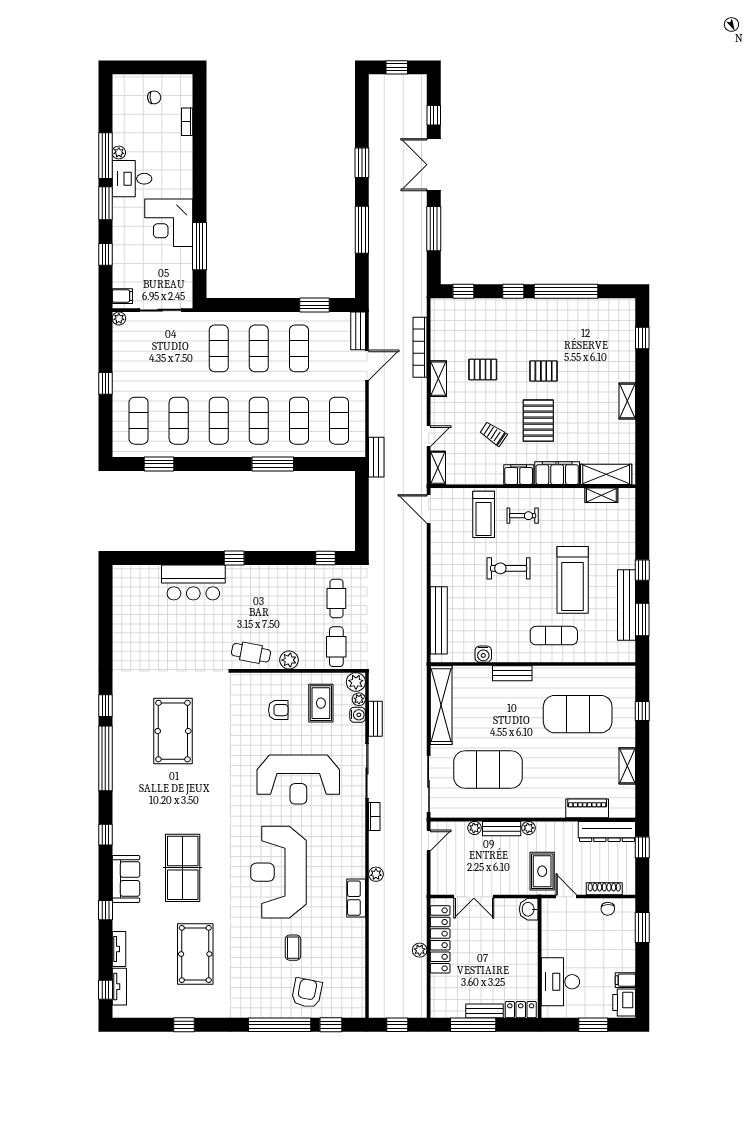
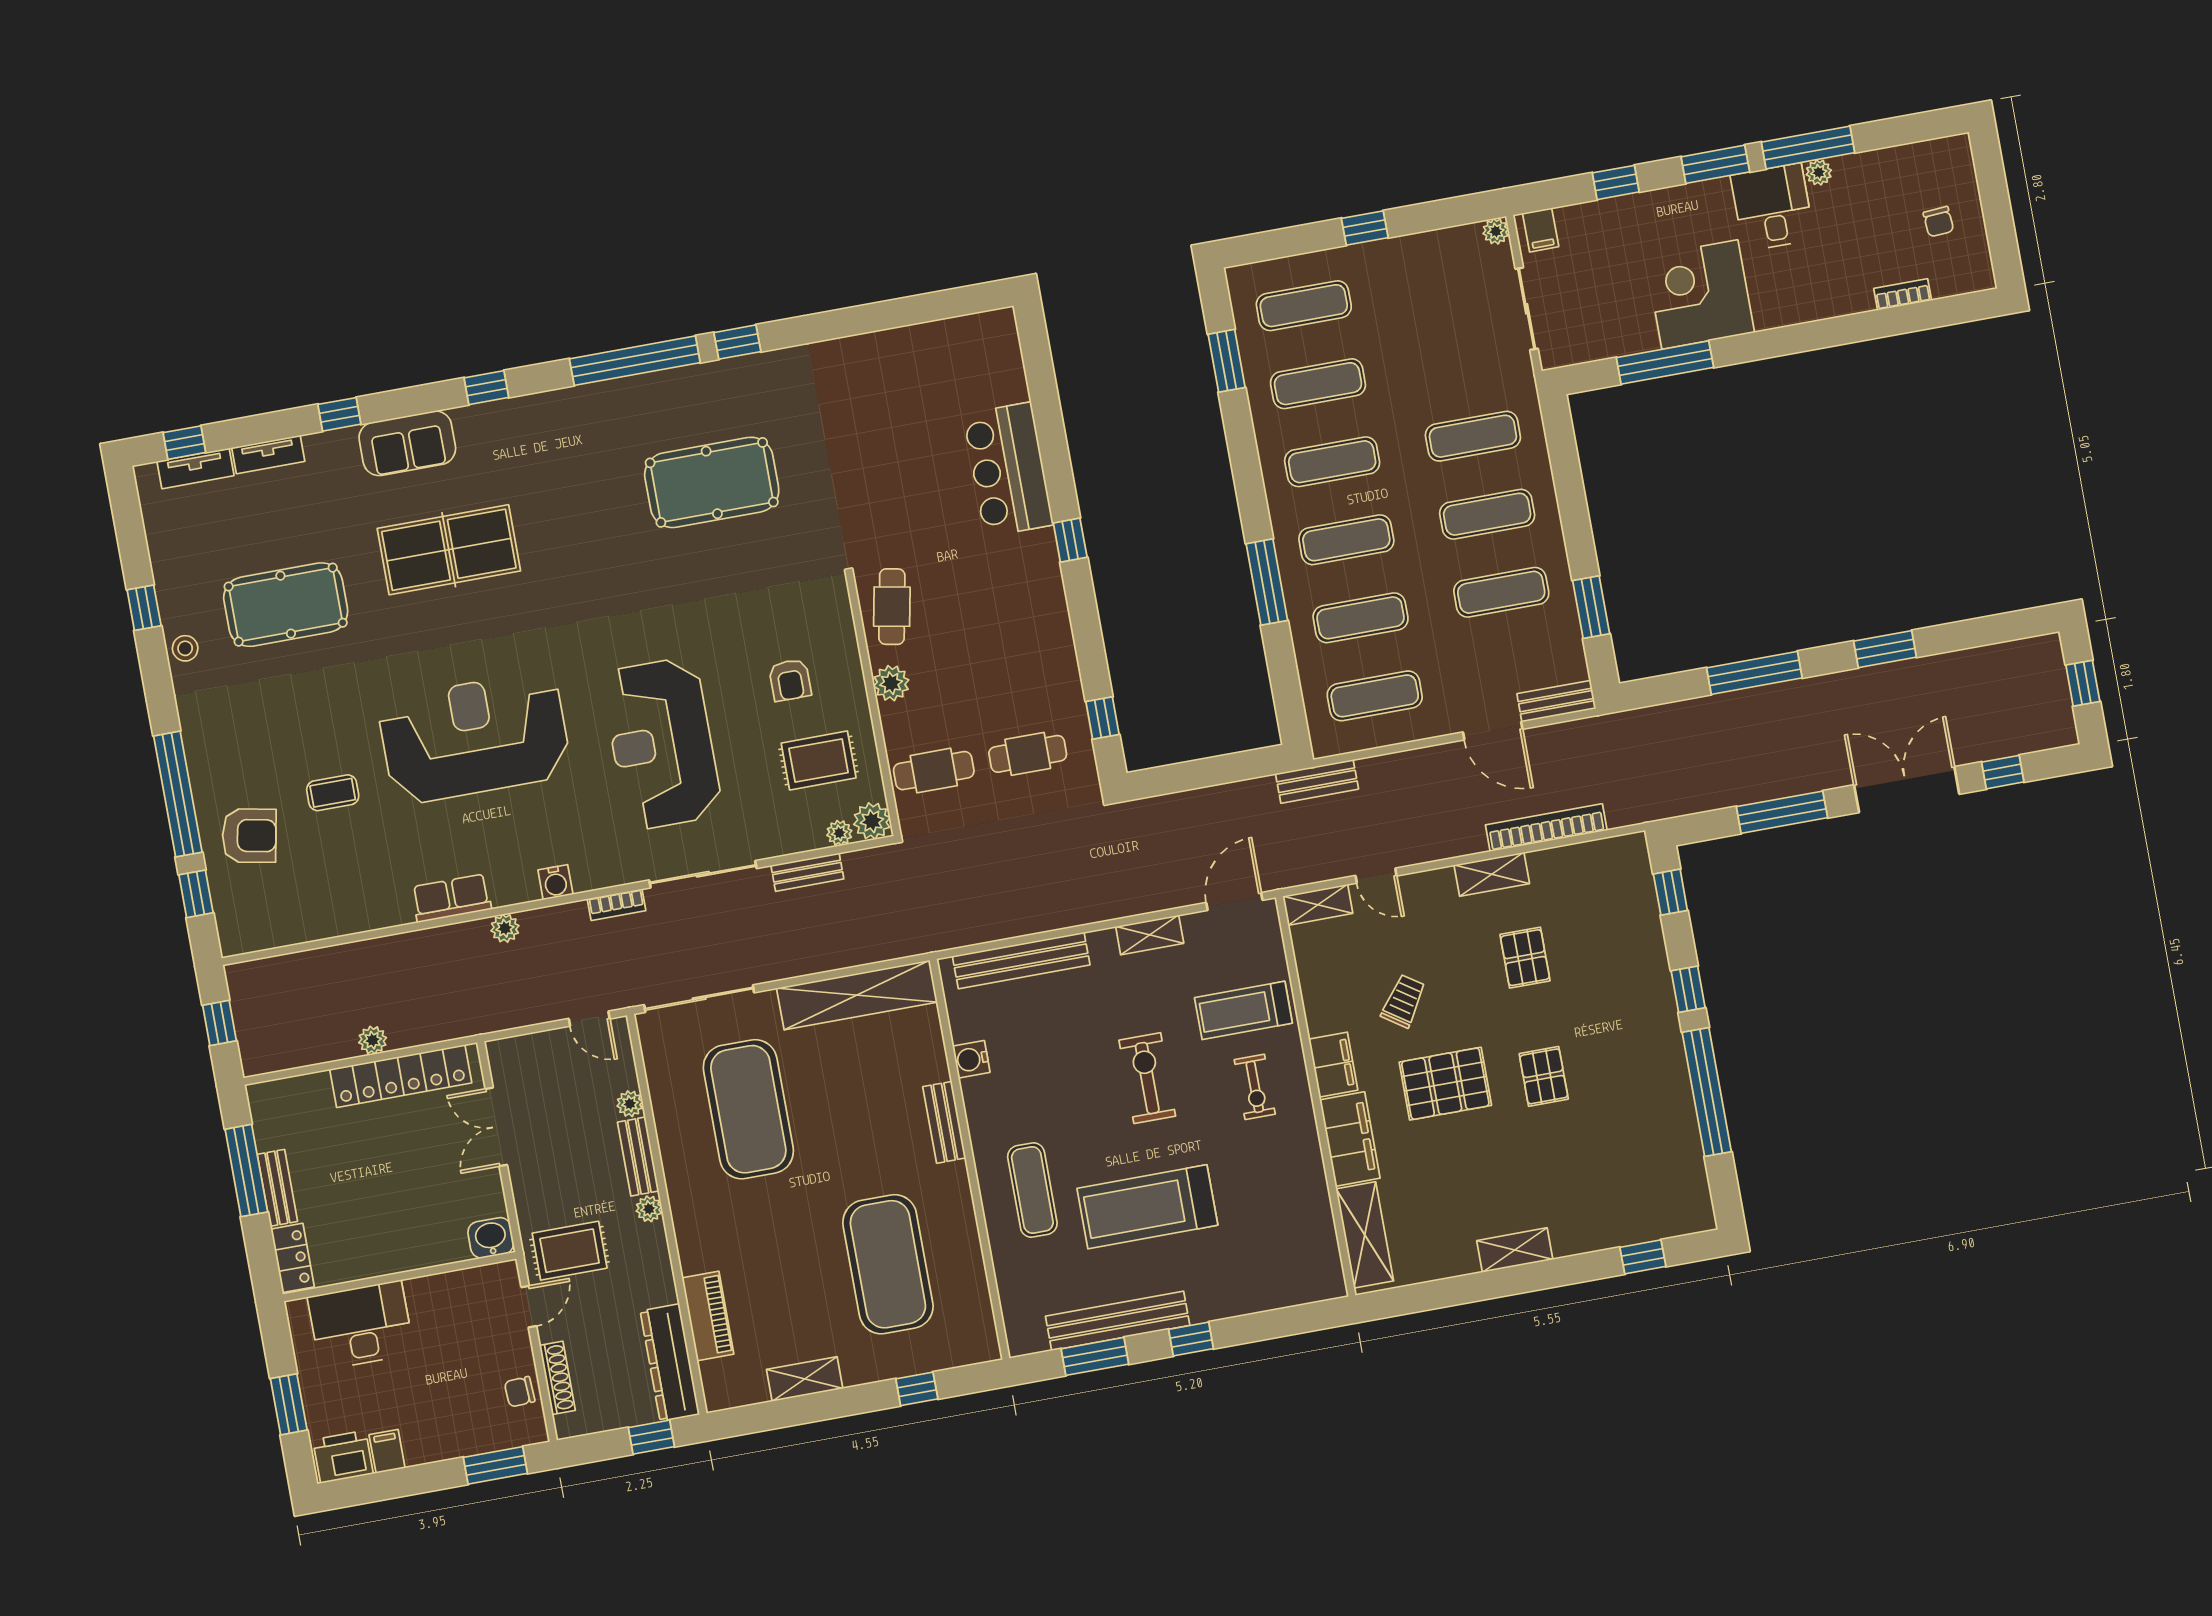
shelving: (601, 495) -> (1150, 935), moved, turned 90
water cooler: (358, 715) -> (555, 882), moved
stool: (208, 1008) -> (185, 648), added

